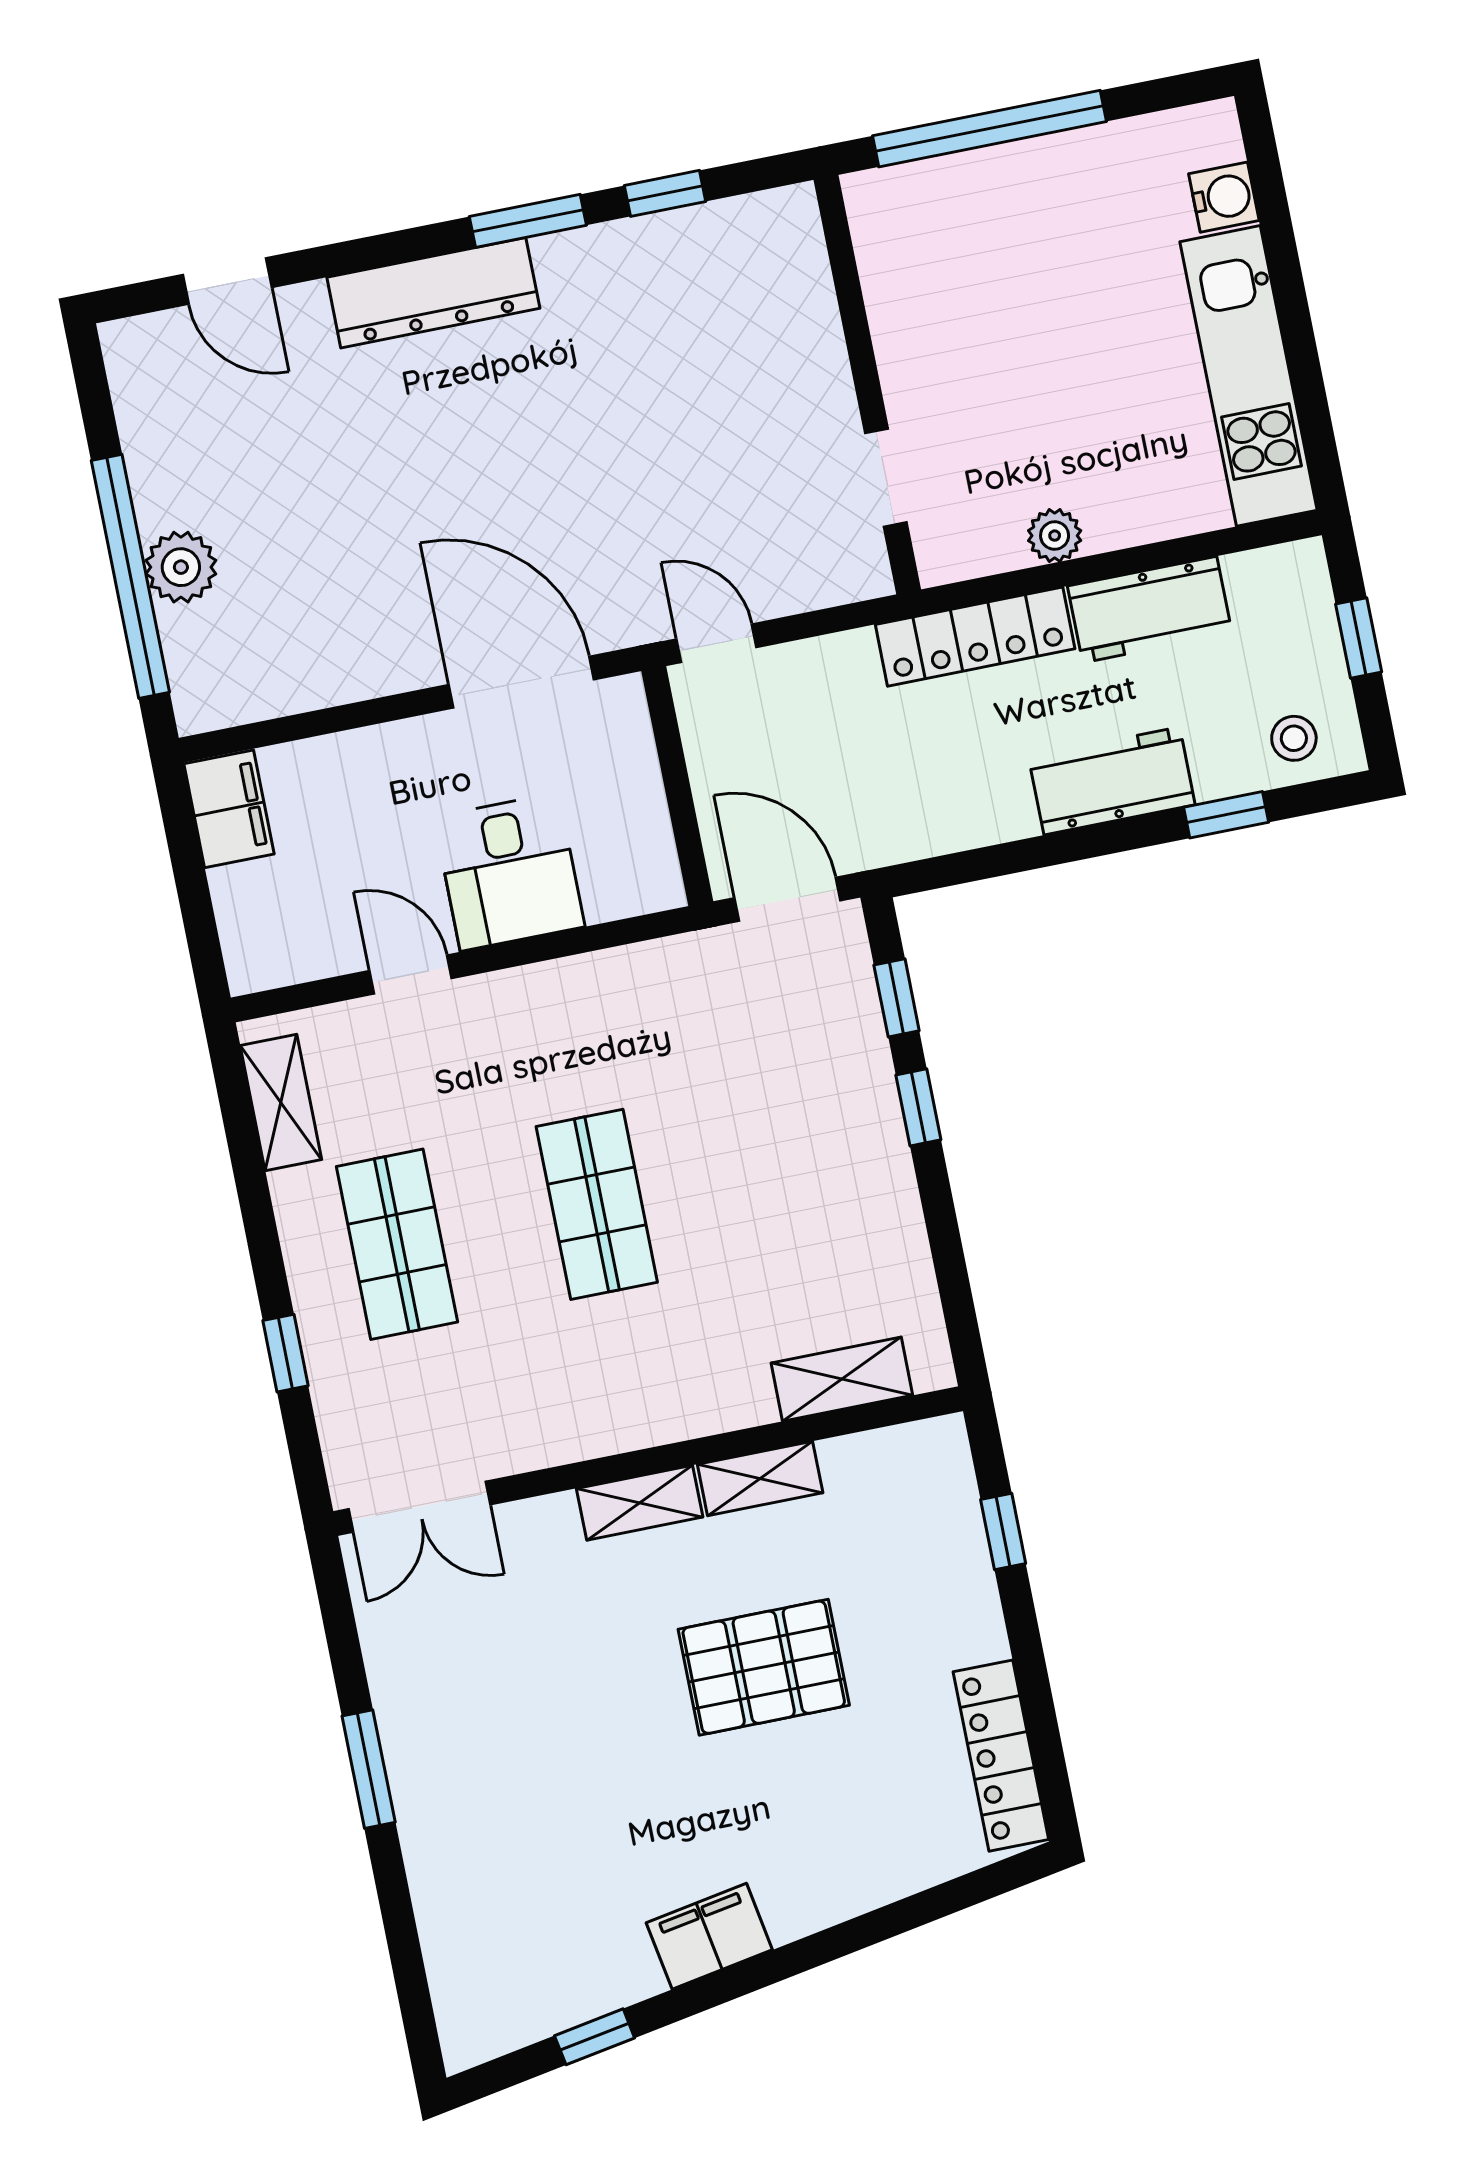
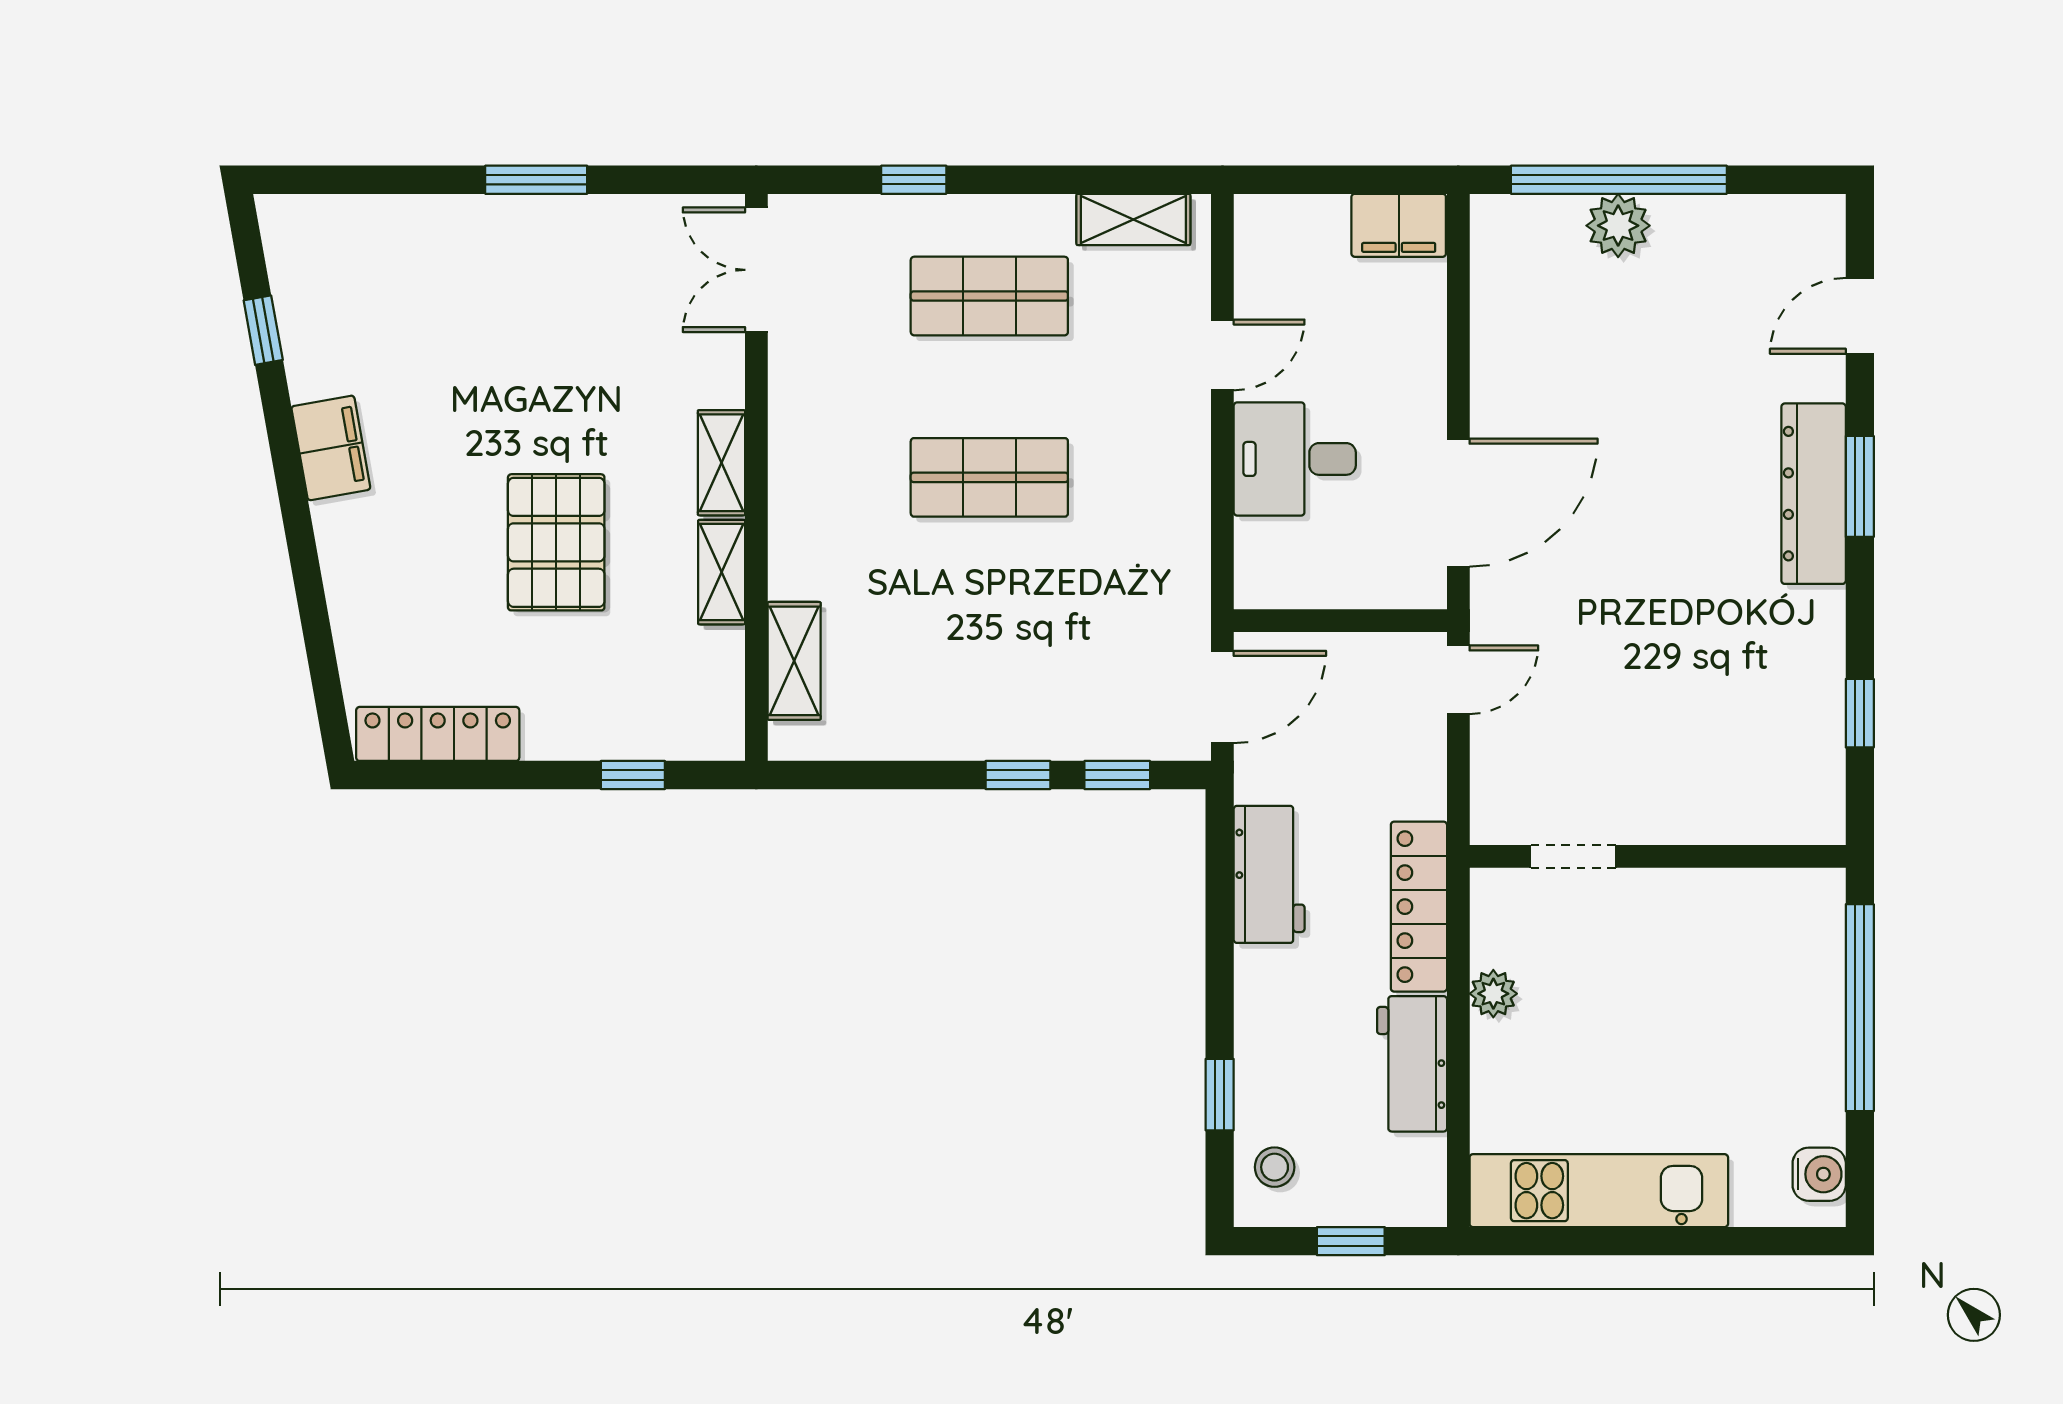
water cooler: (1224, 197) -> (1819, 1174), moved, turned -90
window: (528, 221) -> (1860, 486), moved
workbench: (1112, 781) -> (1269, 874), moved

